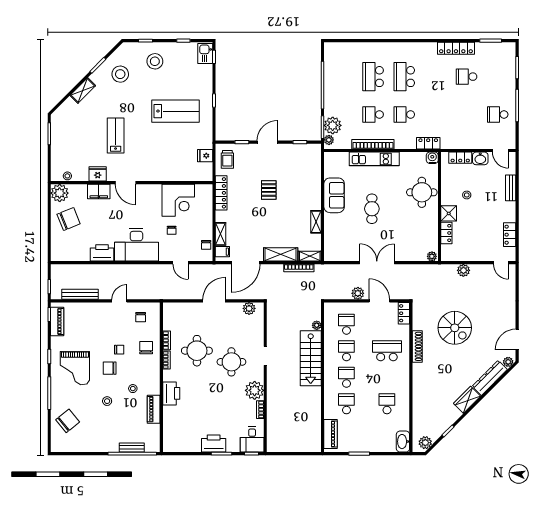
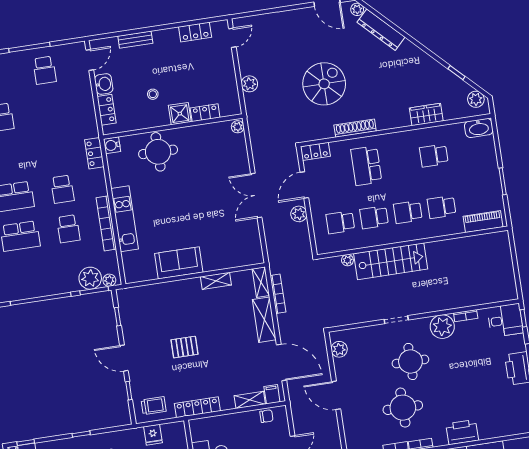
cafe table: (372, 209) -> (189, 212), removed
wardrobe: (467, 400) -> (426, 114), moved, turned 135

